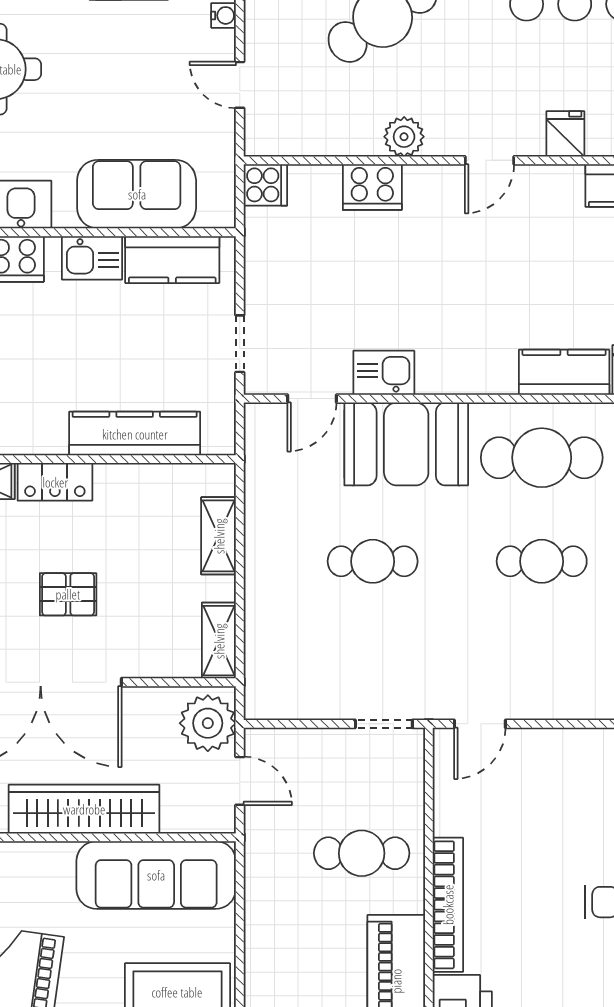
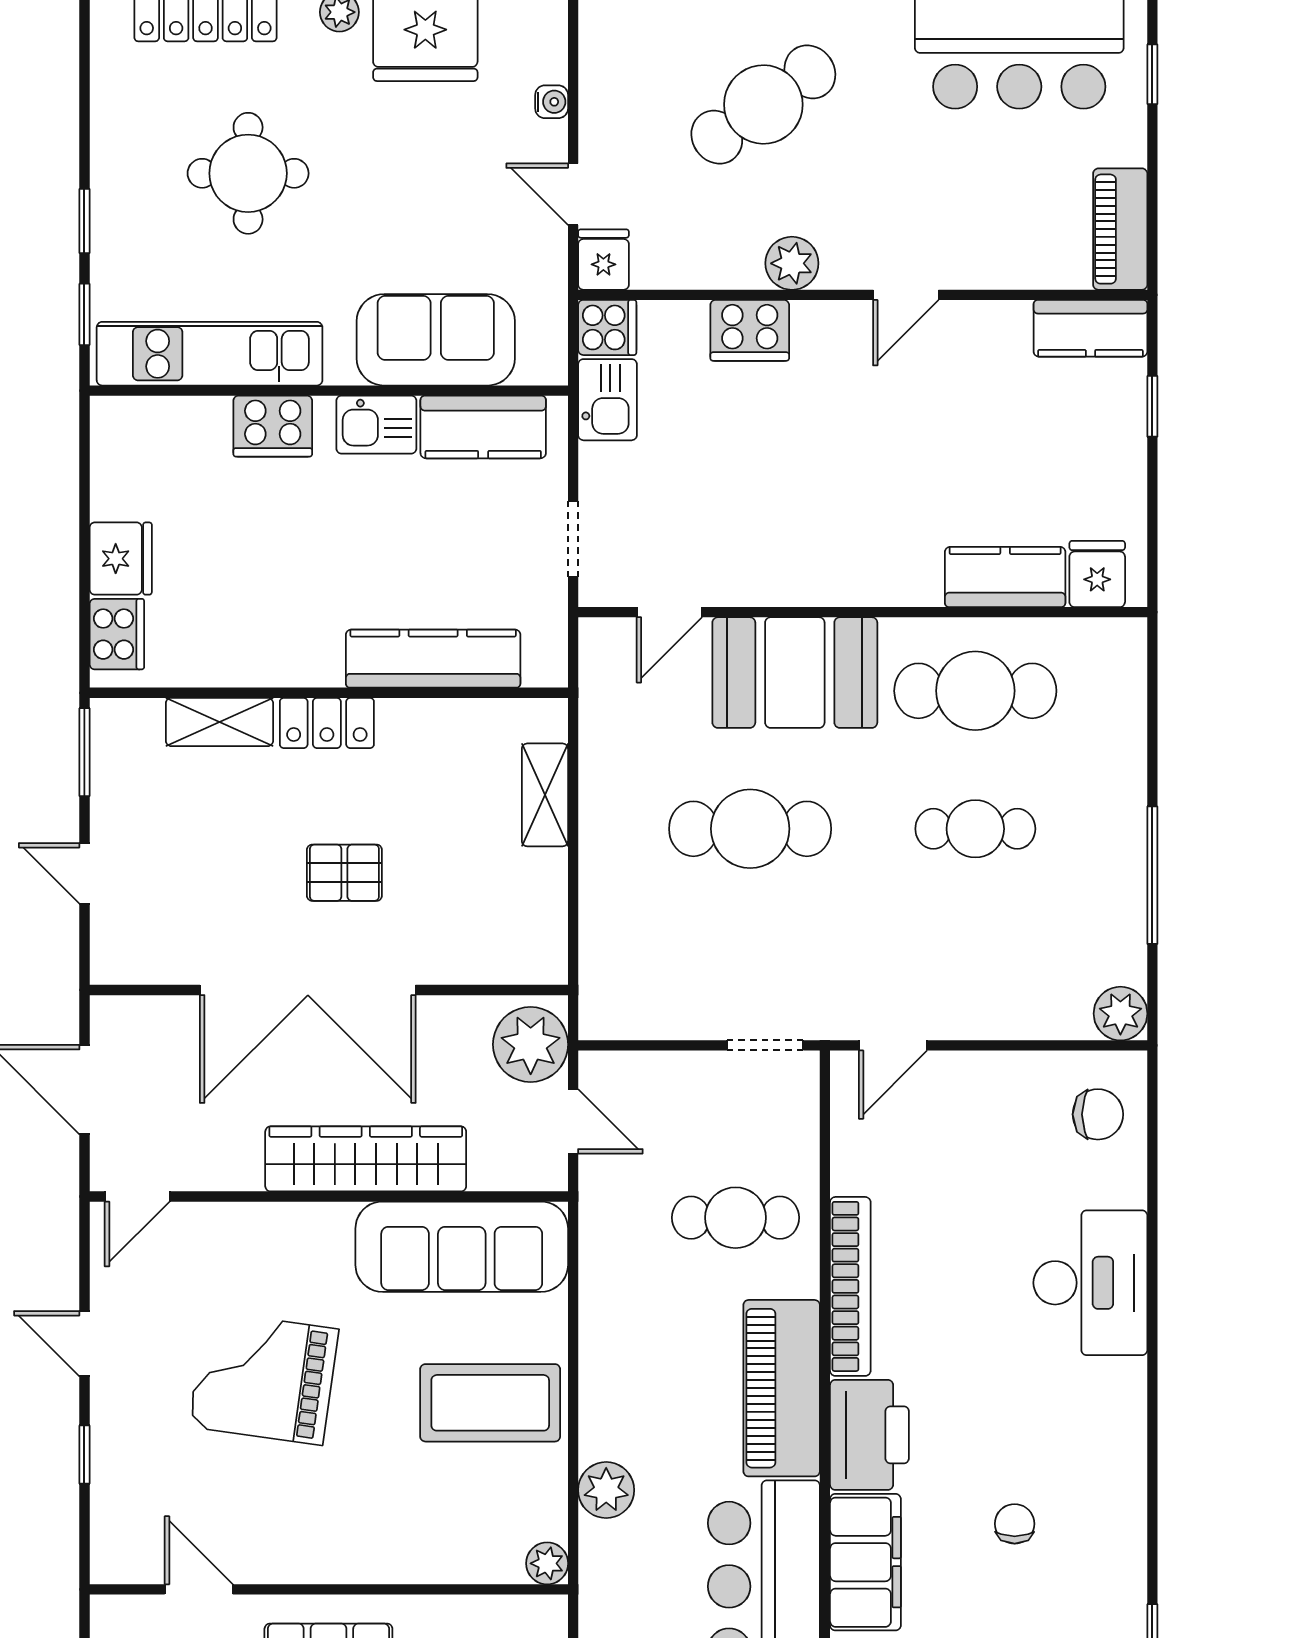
fridge: (565, 134) -> (603, 260), moved
kitchen sink: (384, 373) -> (608, 400), moved, turned 90
cafe table: (373, 561) -> (750, 829), width x1.37, depth x1.35
shelving: (219, 641) -> (545, 934), removed

